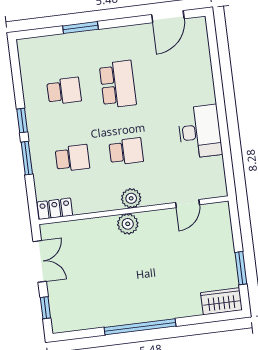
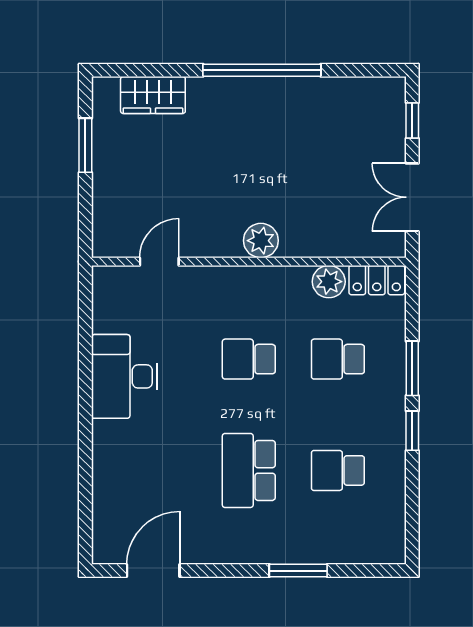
plant: (131, 198) -> (329, 282), moved
wardrobe: (221, 301) -> (153, 95), moved

